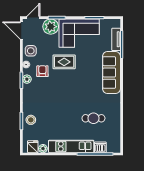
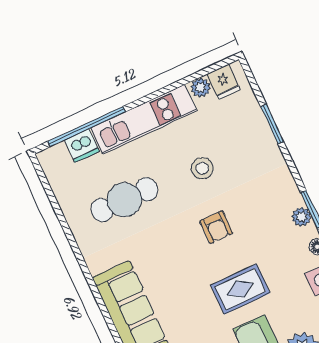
armchair: (42, 71) -> (216, 227), moved
cafe table: (93, 118) -> (124, 200), width x1.37, depth x1.35
stool: (31, 120) -> (202, 168), moved

